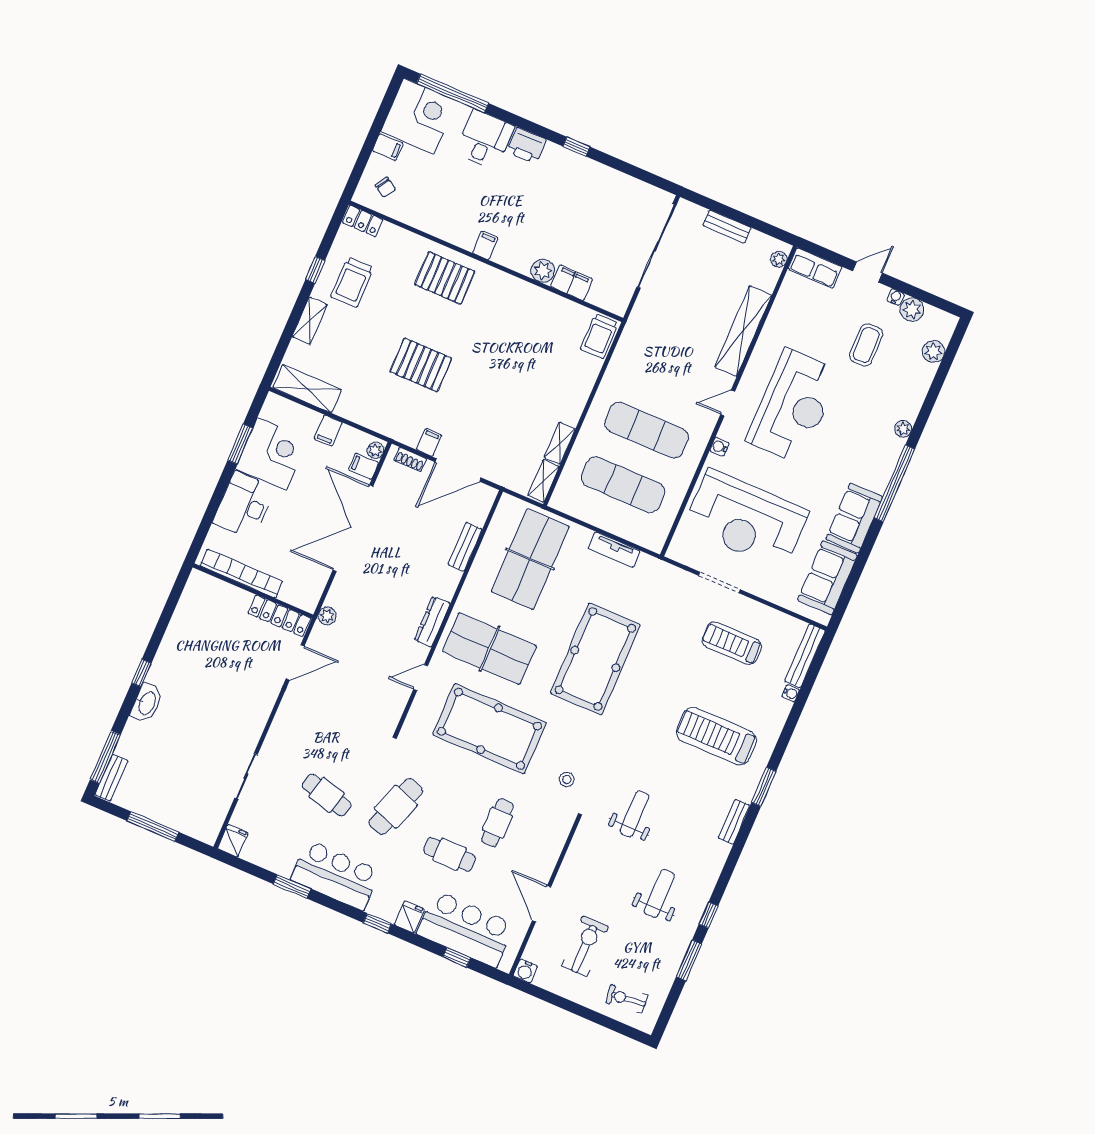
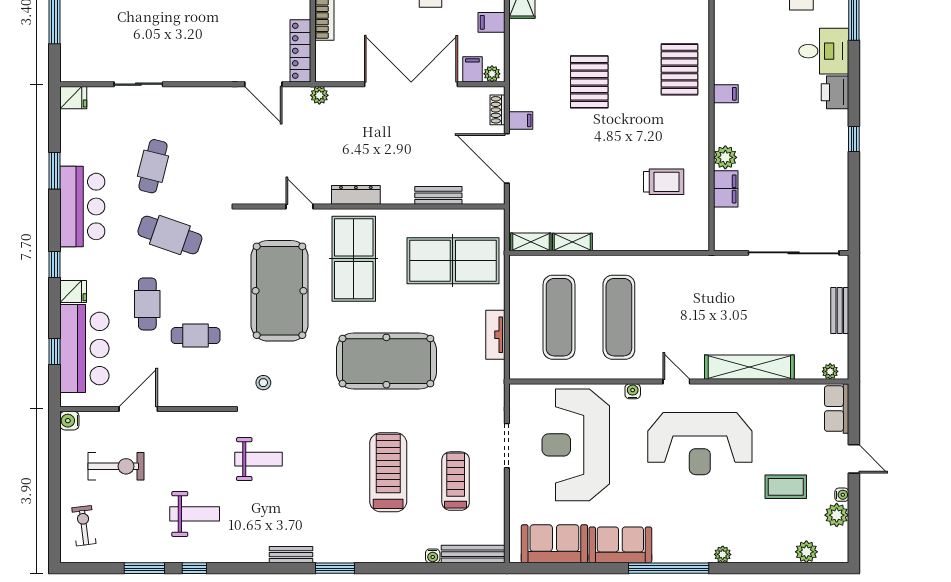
trolley: (599, 336) -> (664, 182), moved, turned 180
treadmill: (716, 736) -> (388, 472), moved

